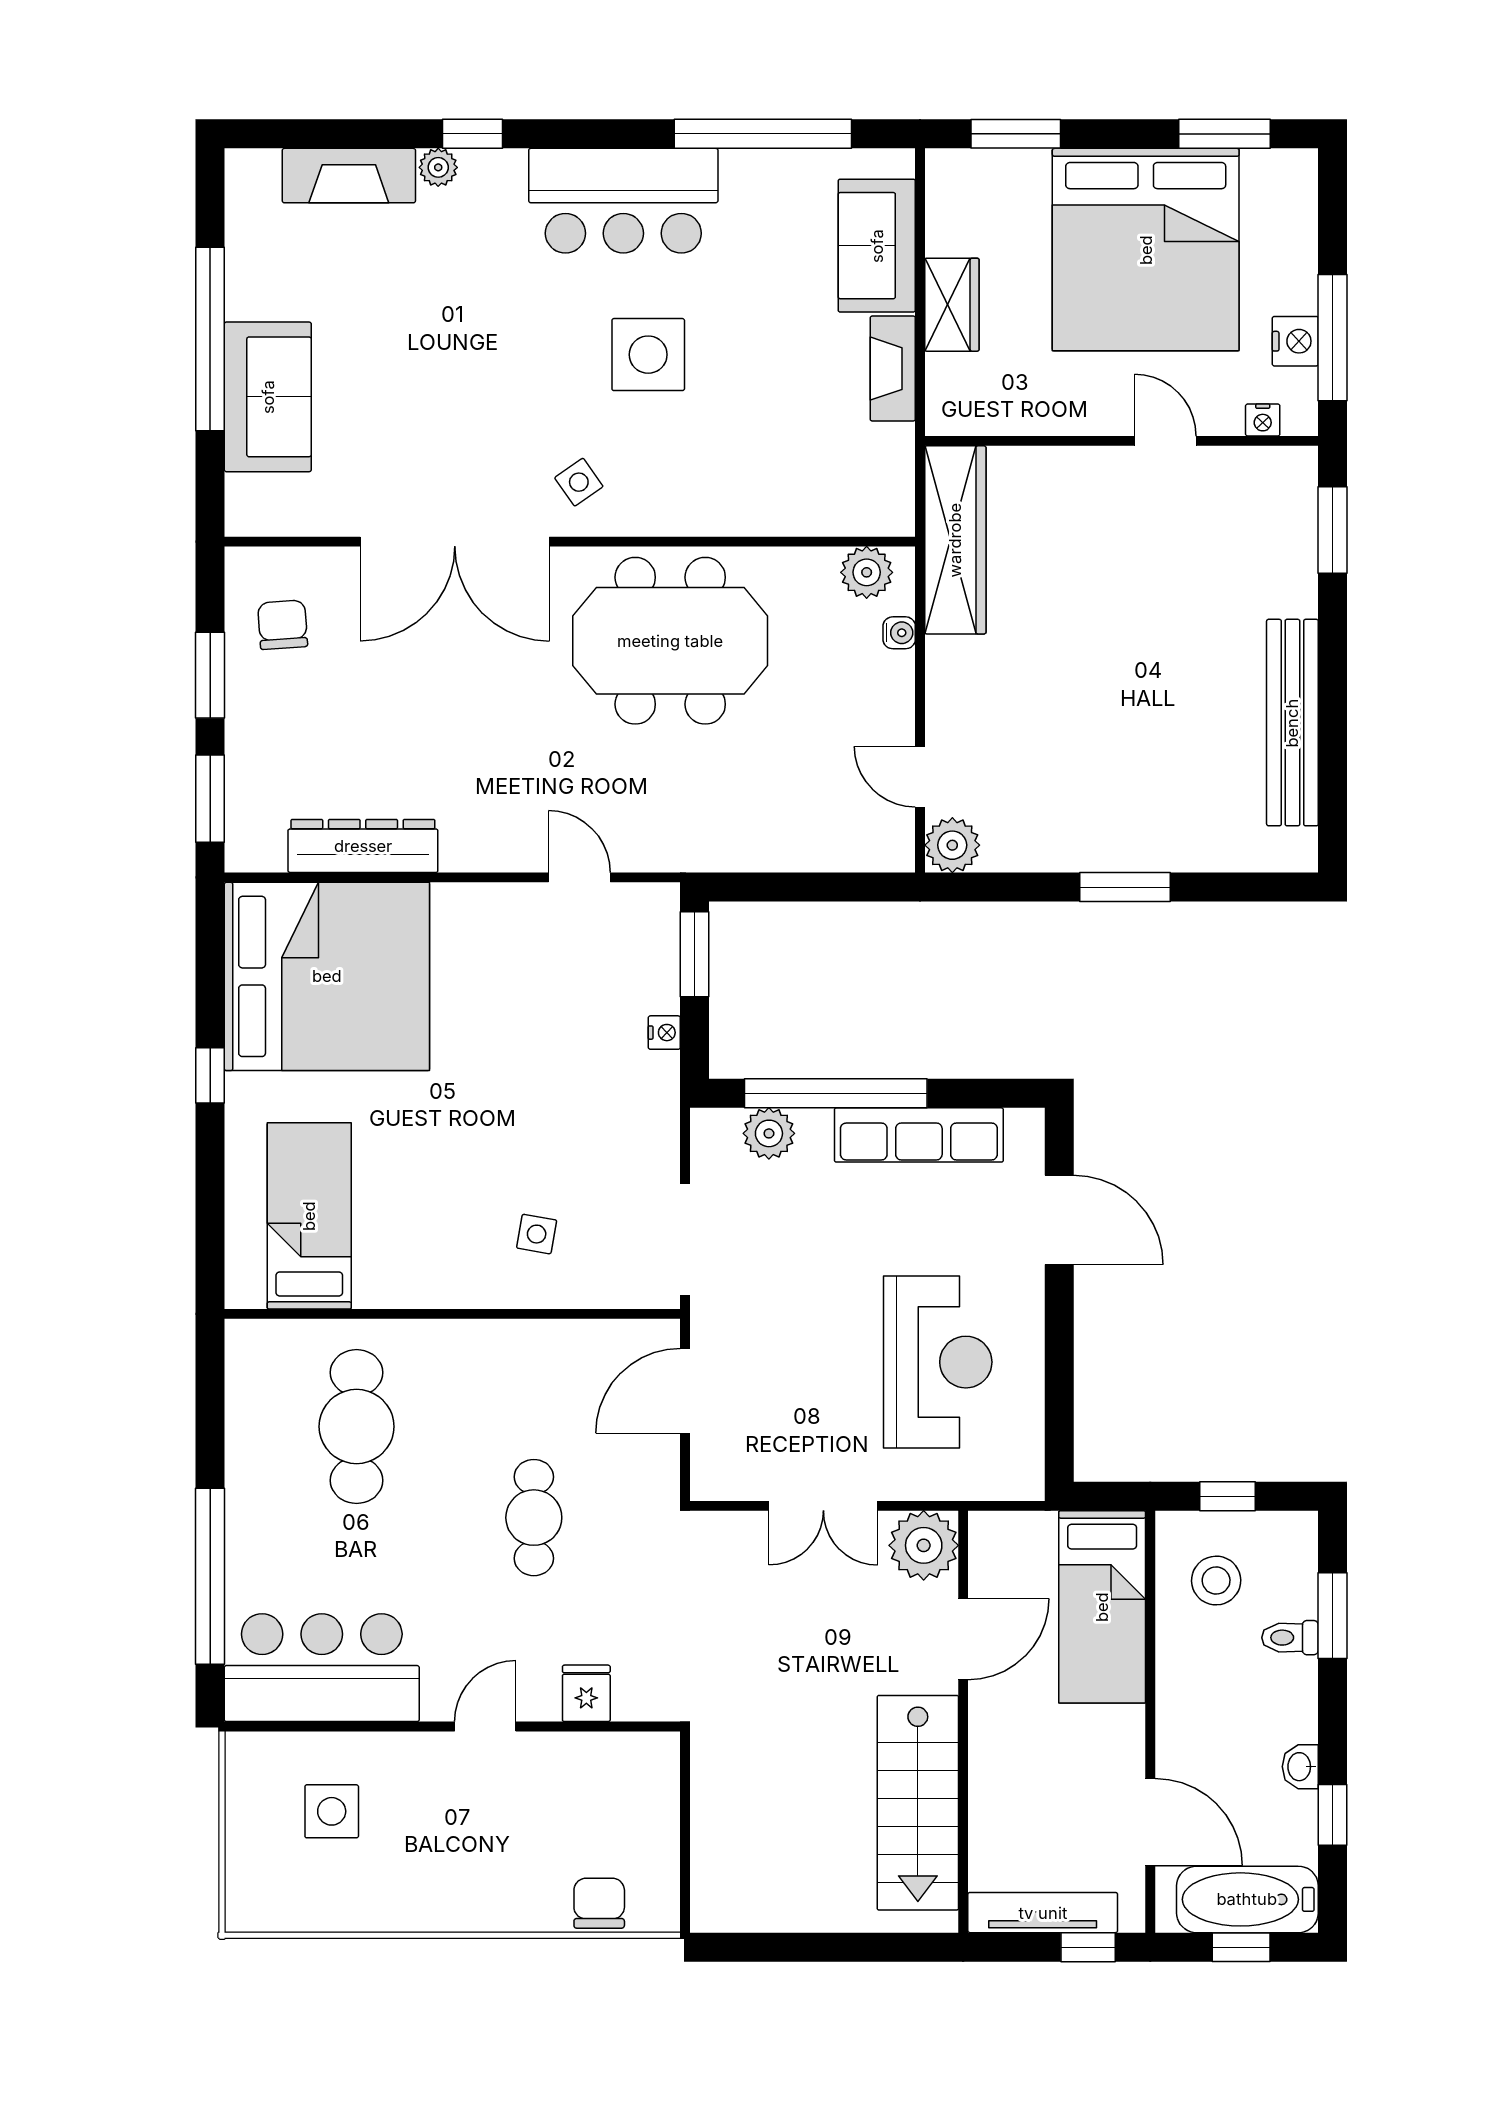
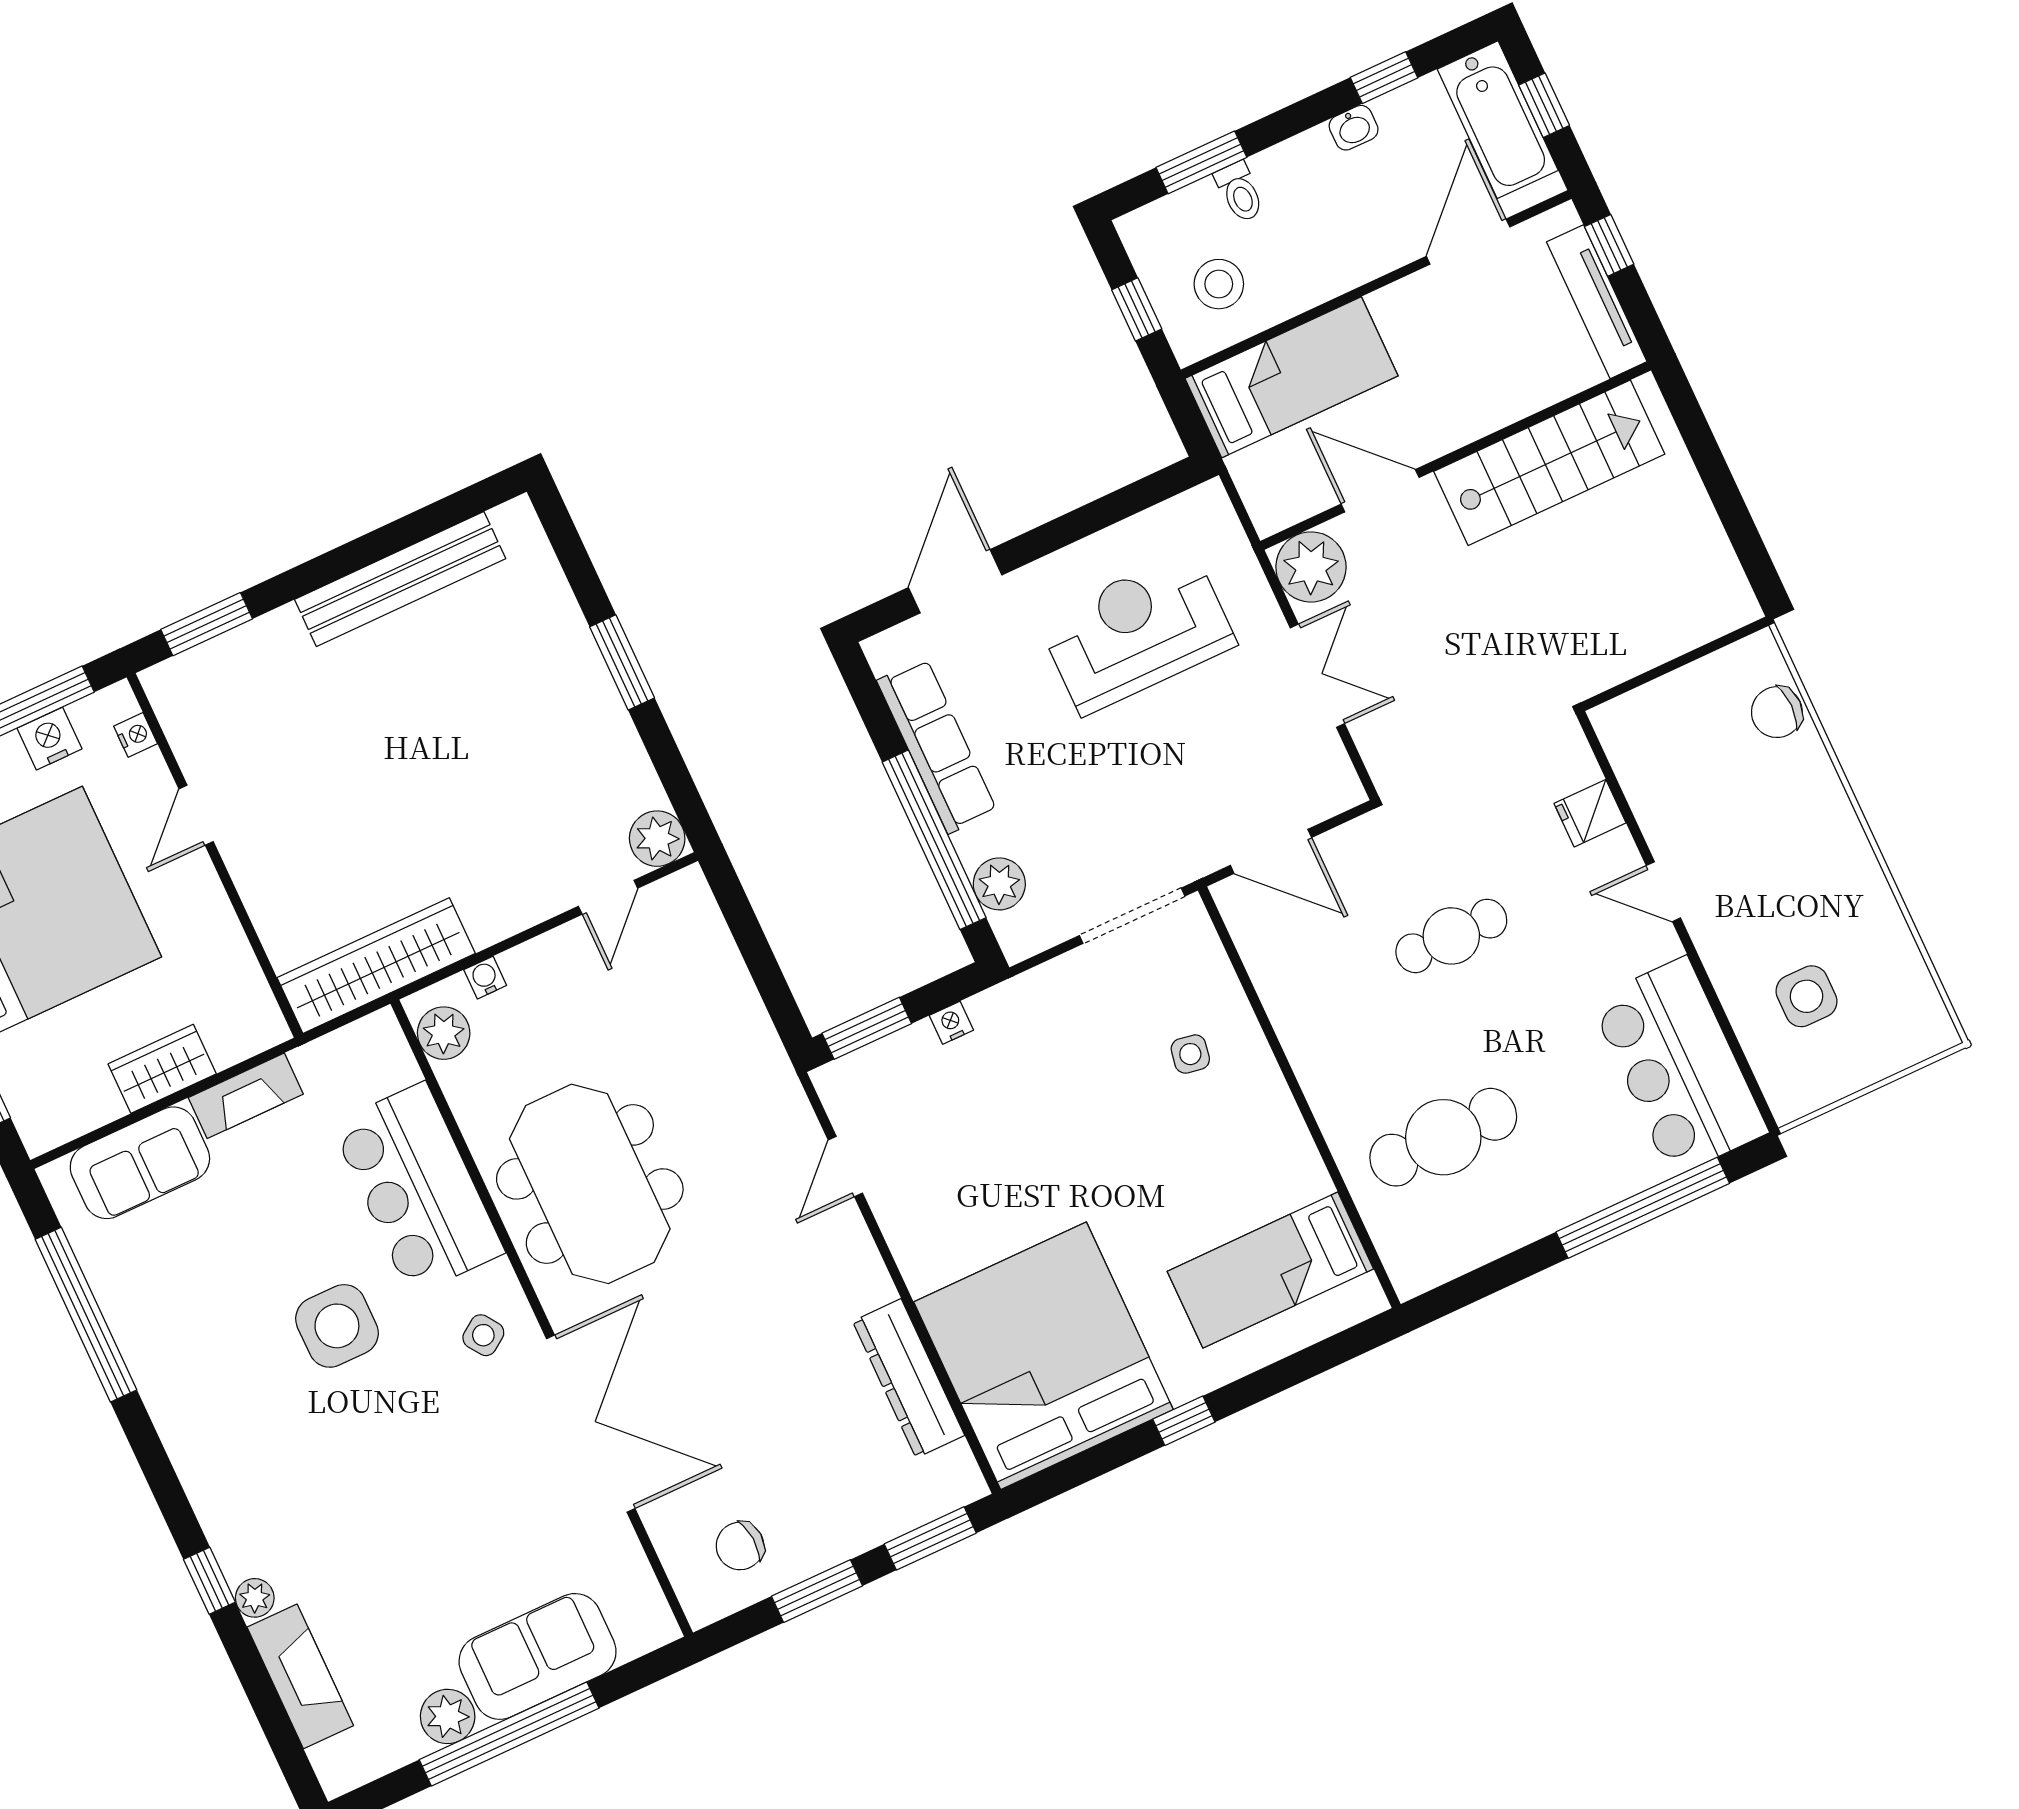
bar counter: (623, 201) -> (418, 1189), moved, turned 180
plant: (251, 291) -> (448, 1716), added

